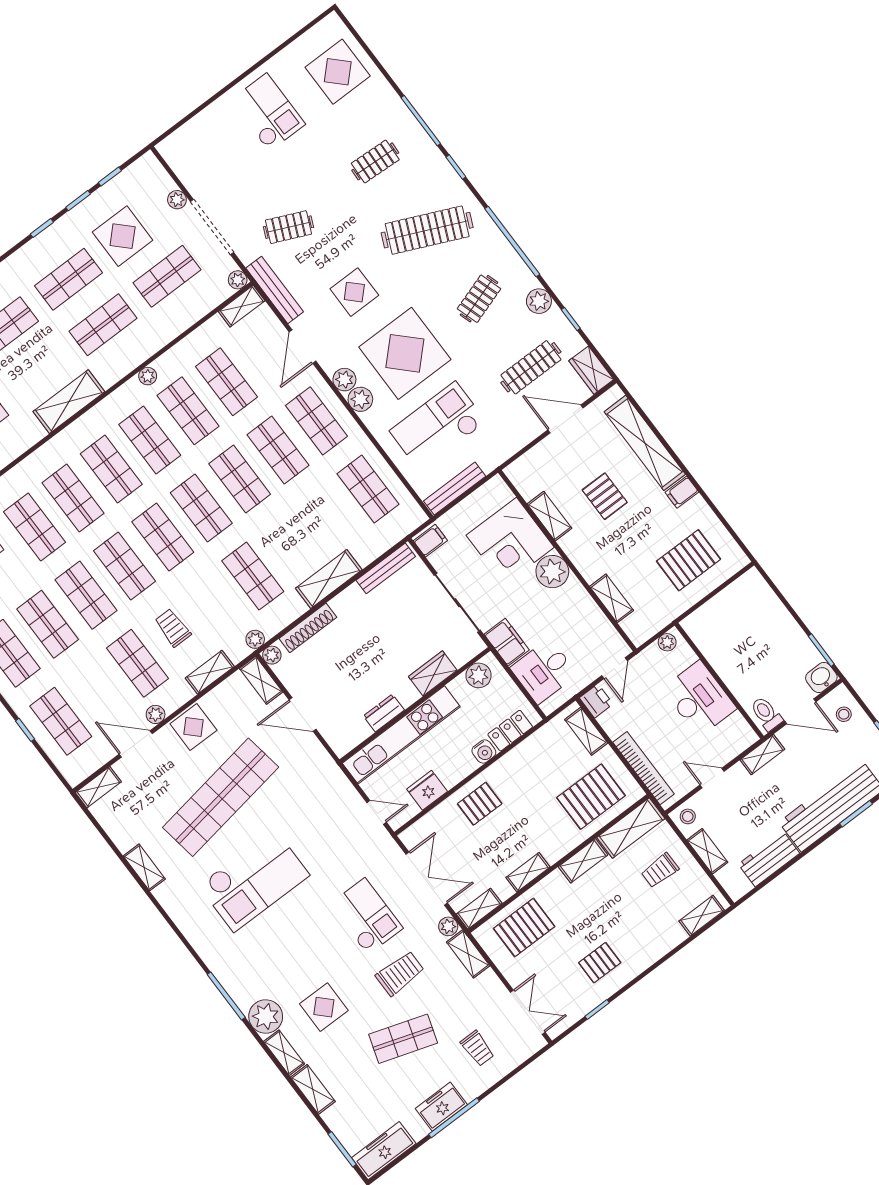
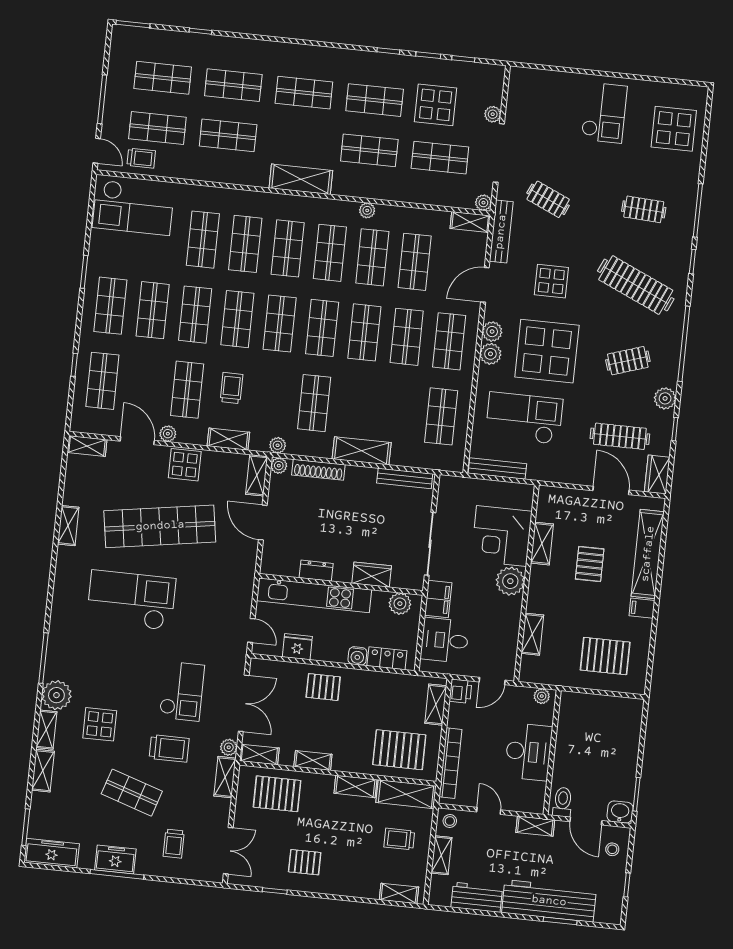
filing cabinet: (430, 541) -> (450, 487), removed
checkout: (254, 880) -> (131, 600), turned 180

